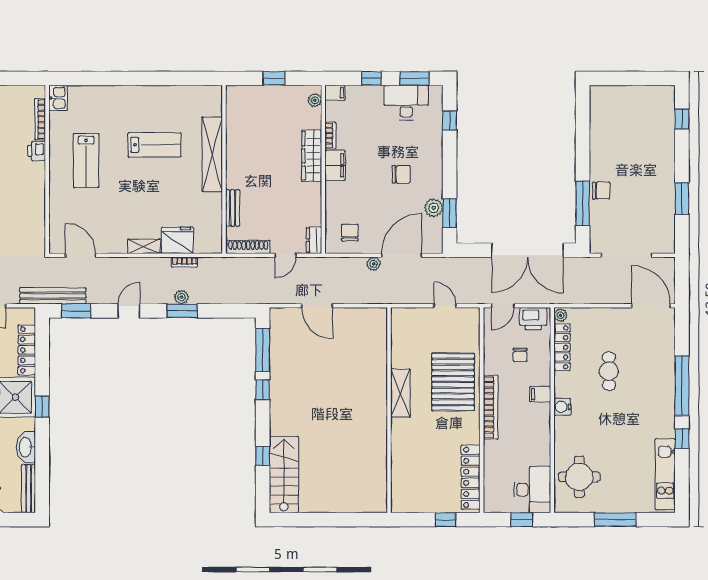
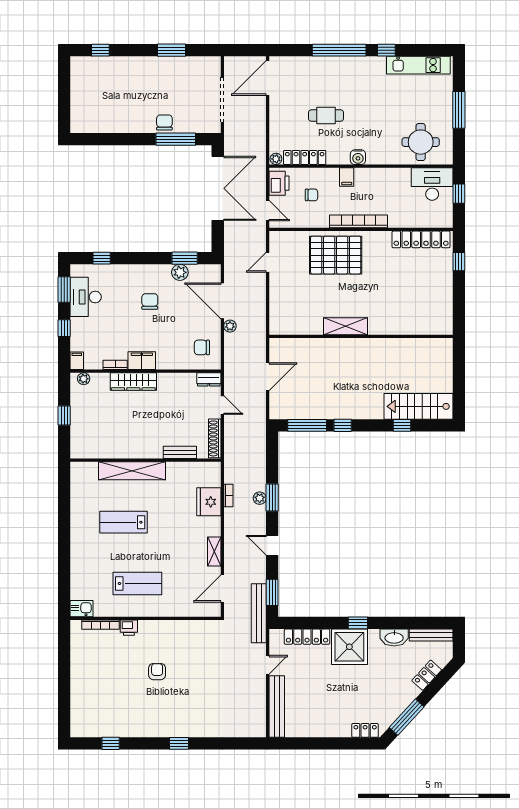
lab bench: (155, 145) -> (123, 522), turned -90
shelving: (144, 246) -> (214, 552), moved
shelving: (400, 393) -> (346, 326), moved
wall: (389, 410) -> (361, 336), moved

